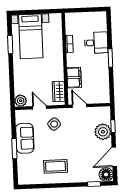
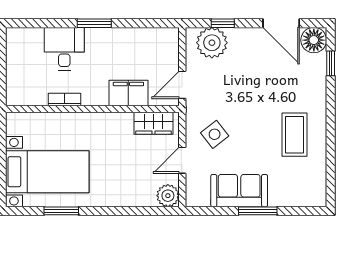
plant: (103, 132) -> (212, 43), moved

